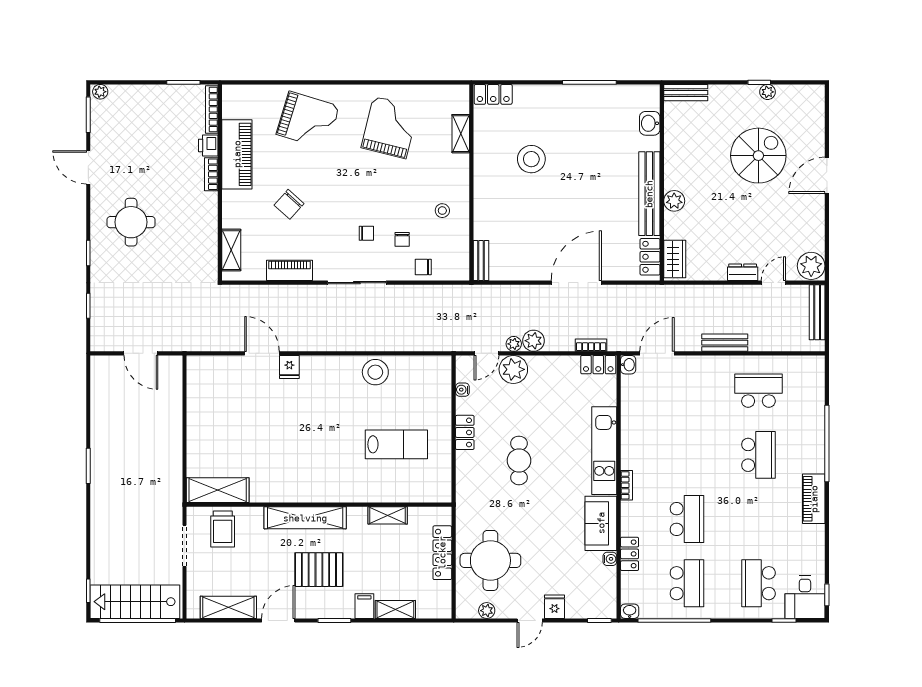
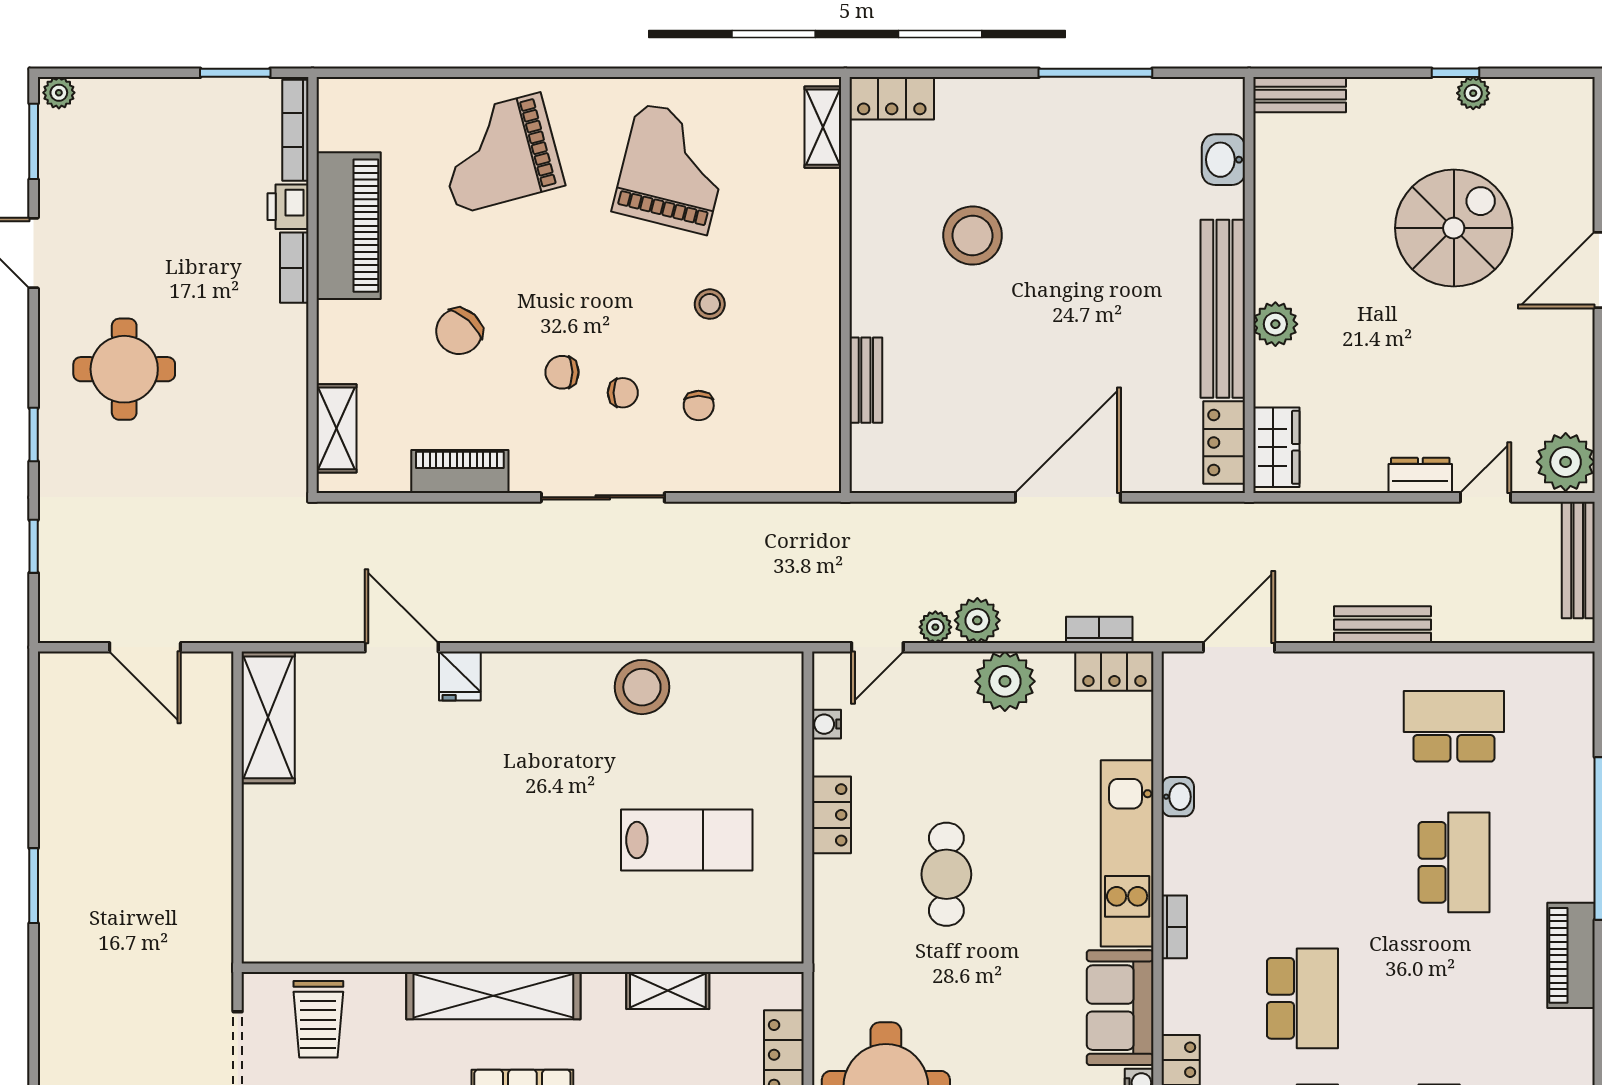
grand piano: (308, 120) -> (499, 153), turned 148
shelving: (461, 134) -> (823, 127), moved
stool: (442, 211) -> (710, 304), moved
bench: (481, 261) -> (866, 380), moved
chair: (423, 267) -> (562, 372), moved
washbasin: (628, 365) -> (1178, 797), moved
plant: (513, 369) -> (1005, 681), moved
shelving: (218, 490) -> (268, 717), moved, turned 90

